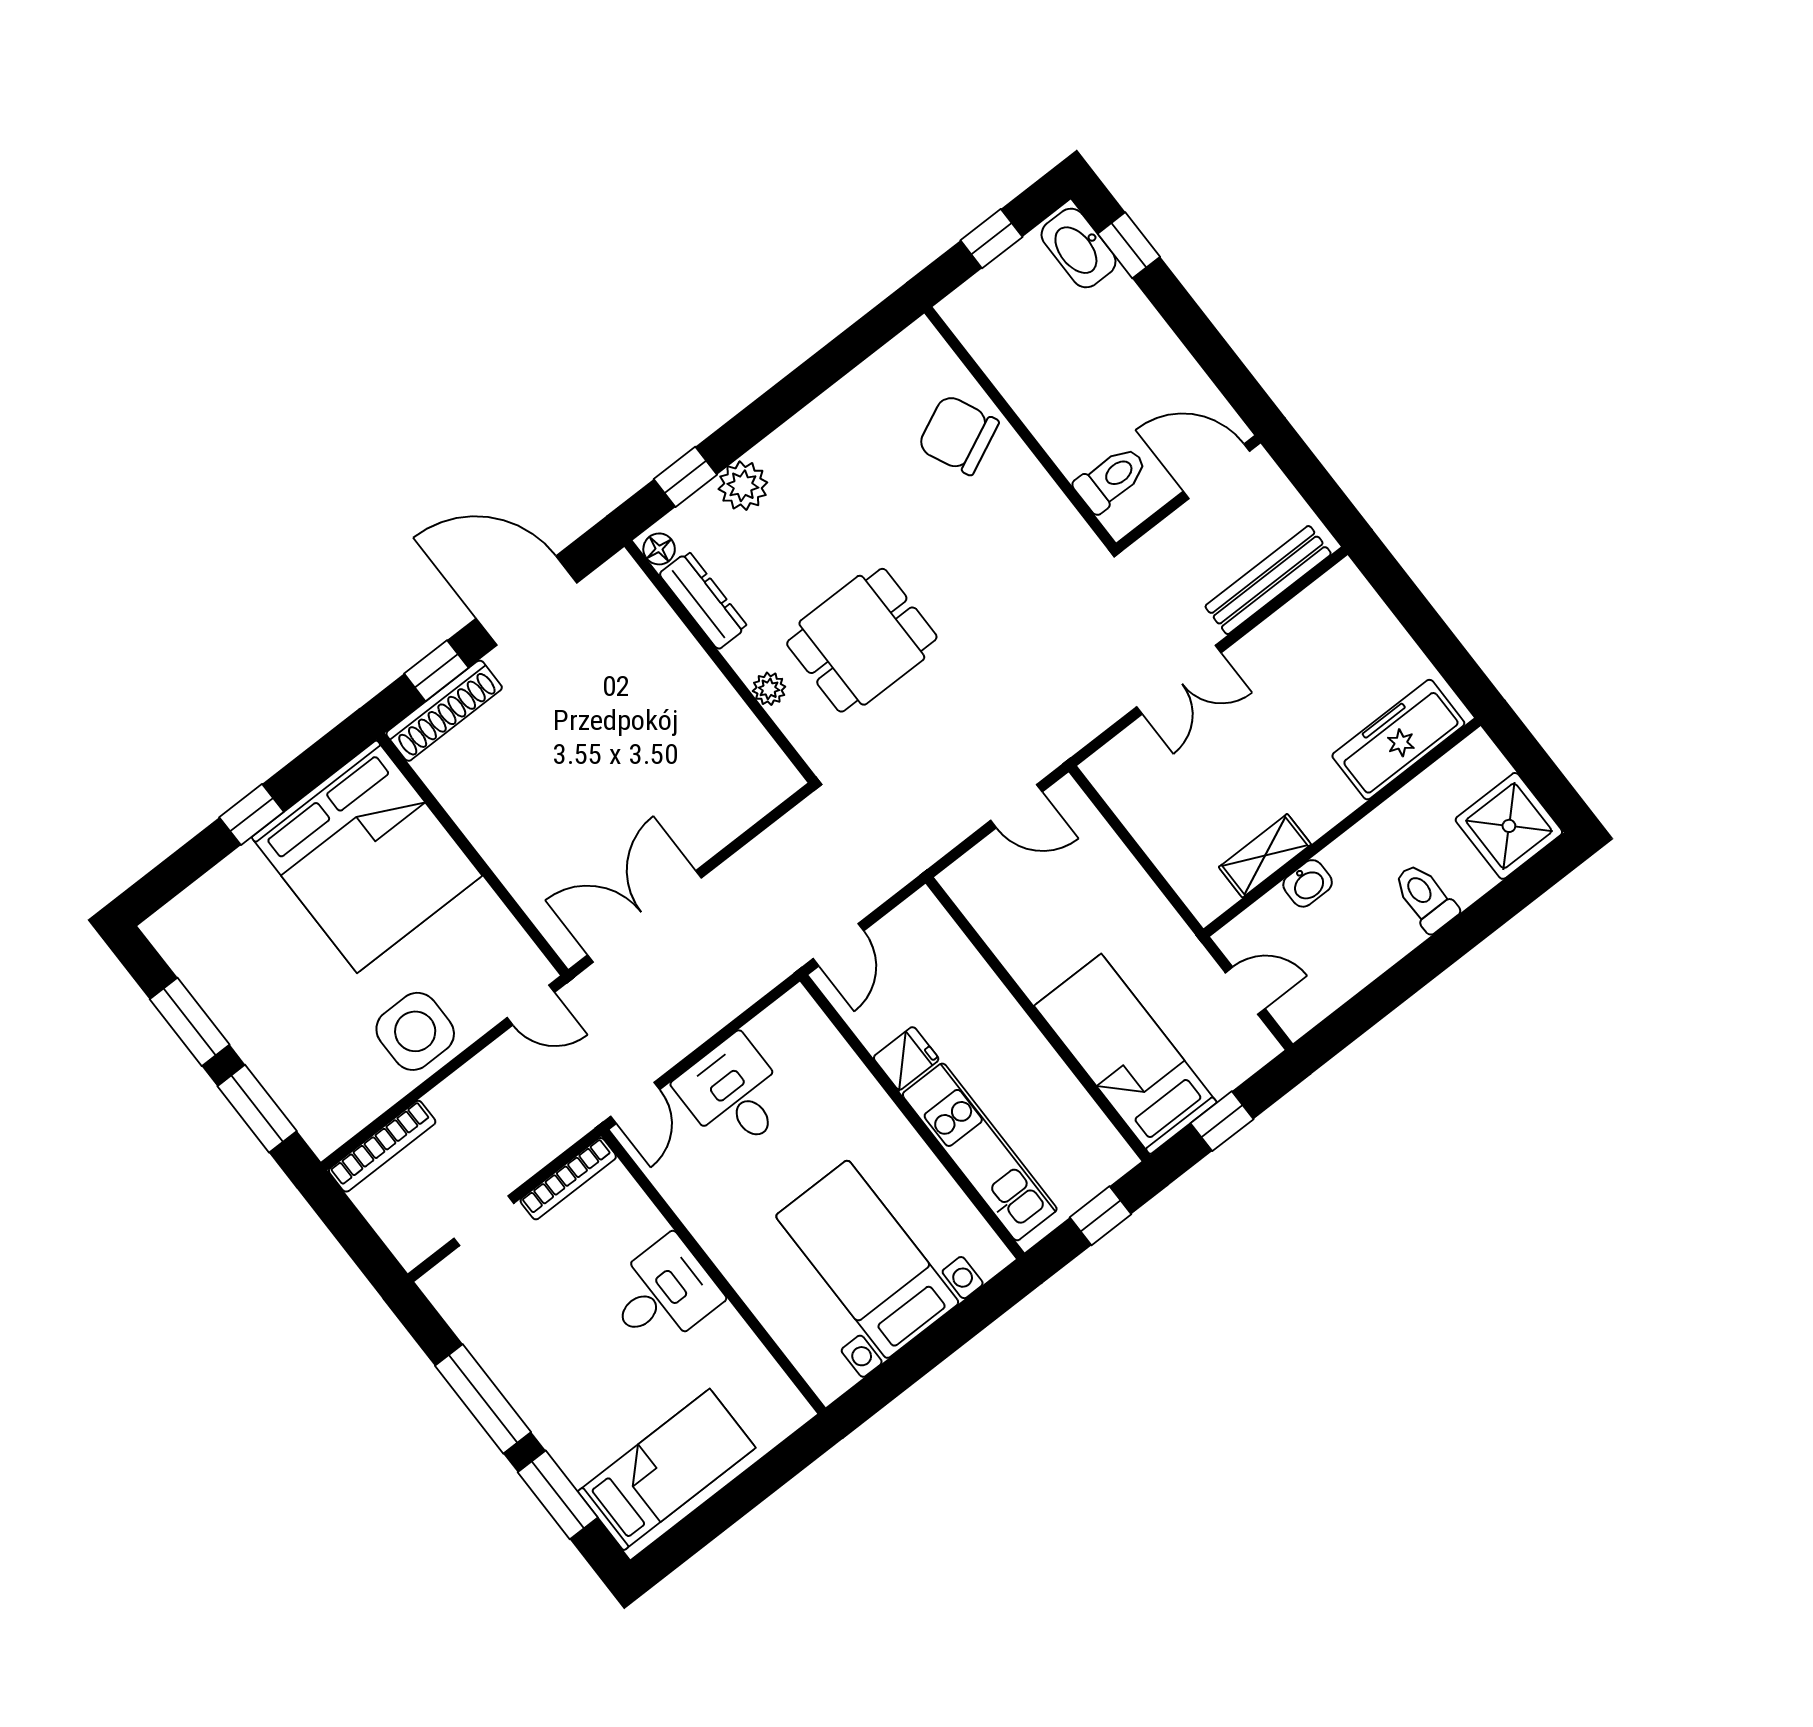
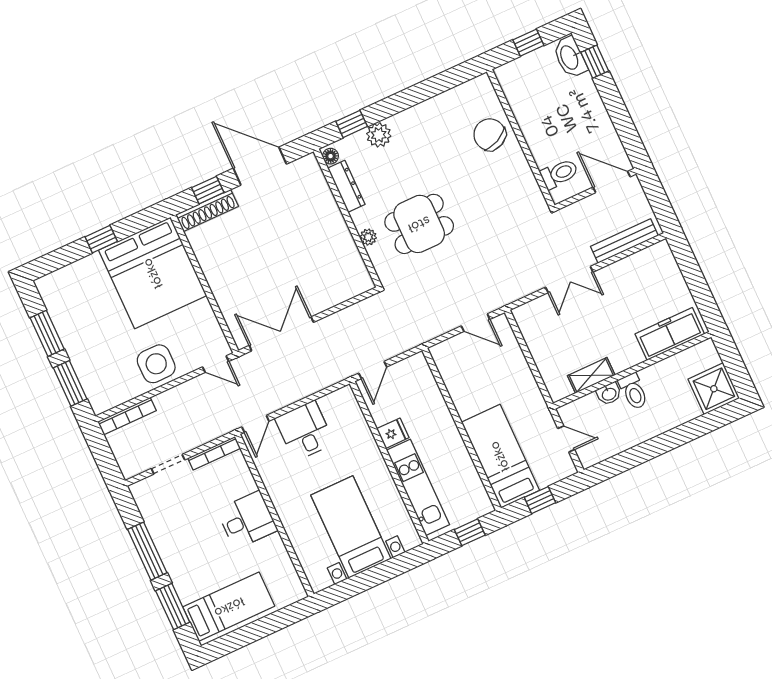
toilet: (1425, 898) -> (633, 391), moved, turned 180

